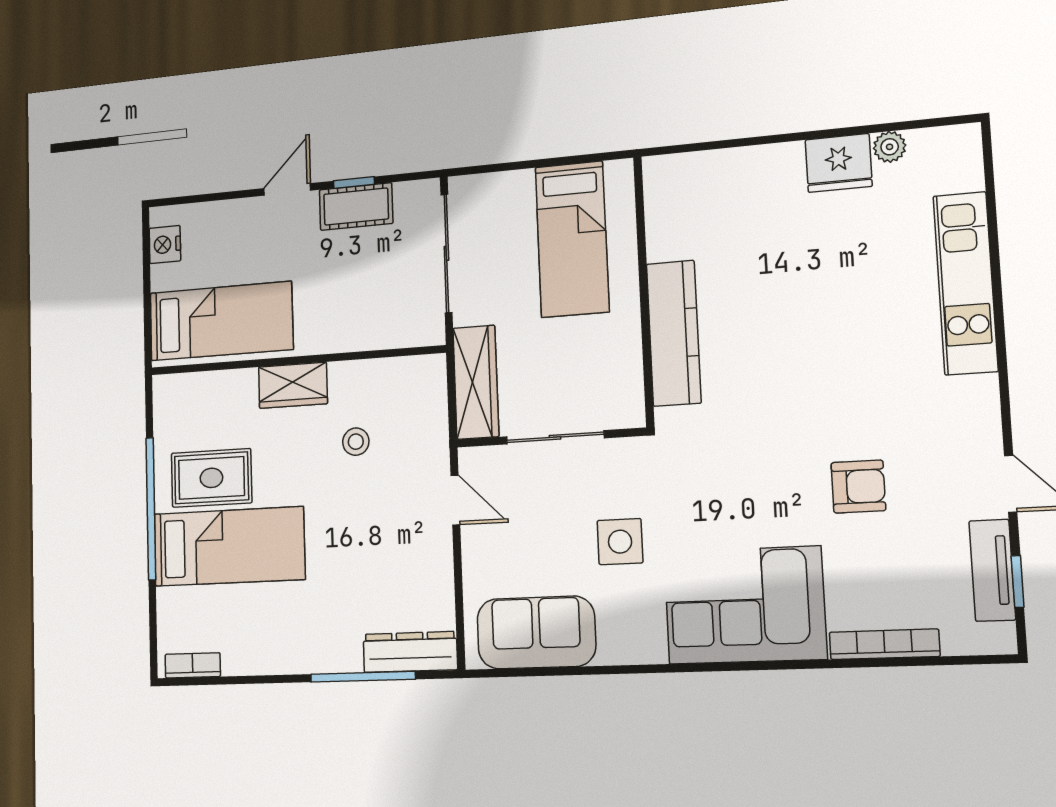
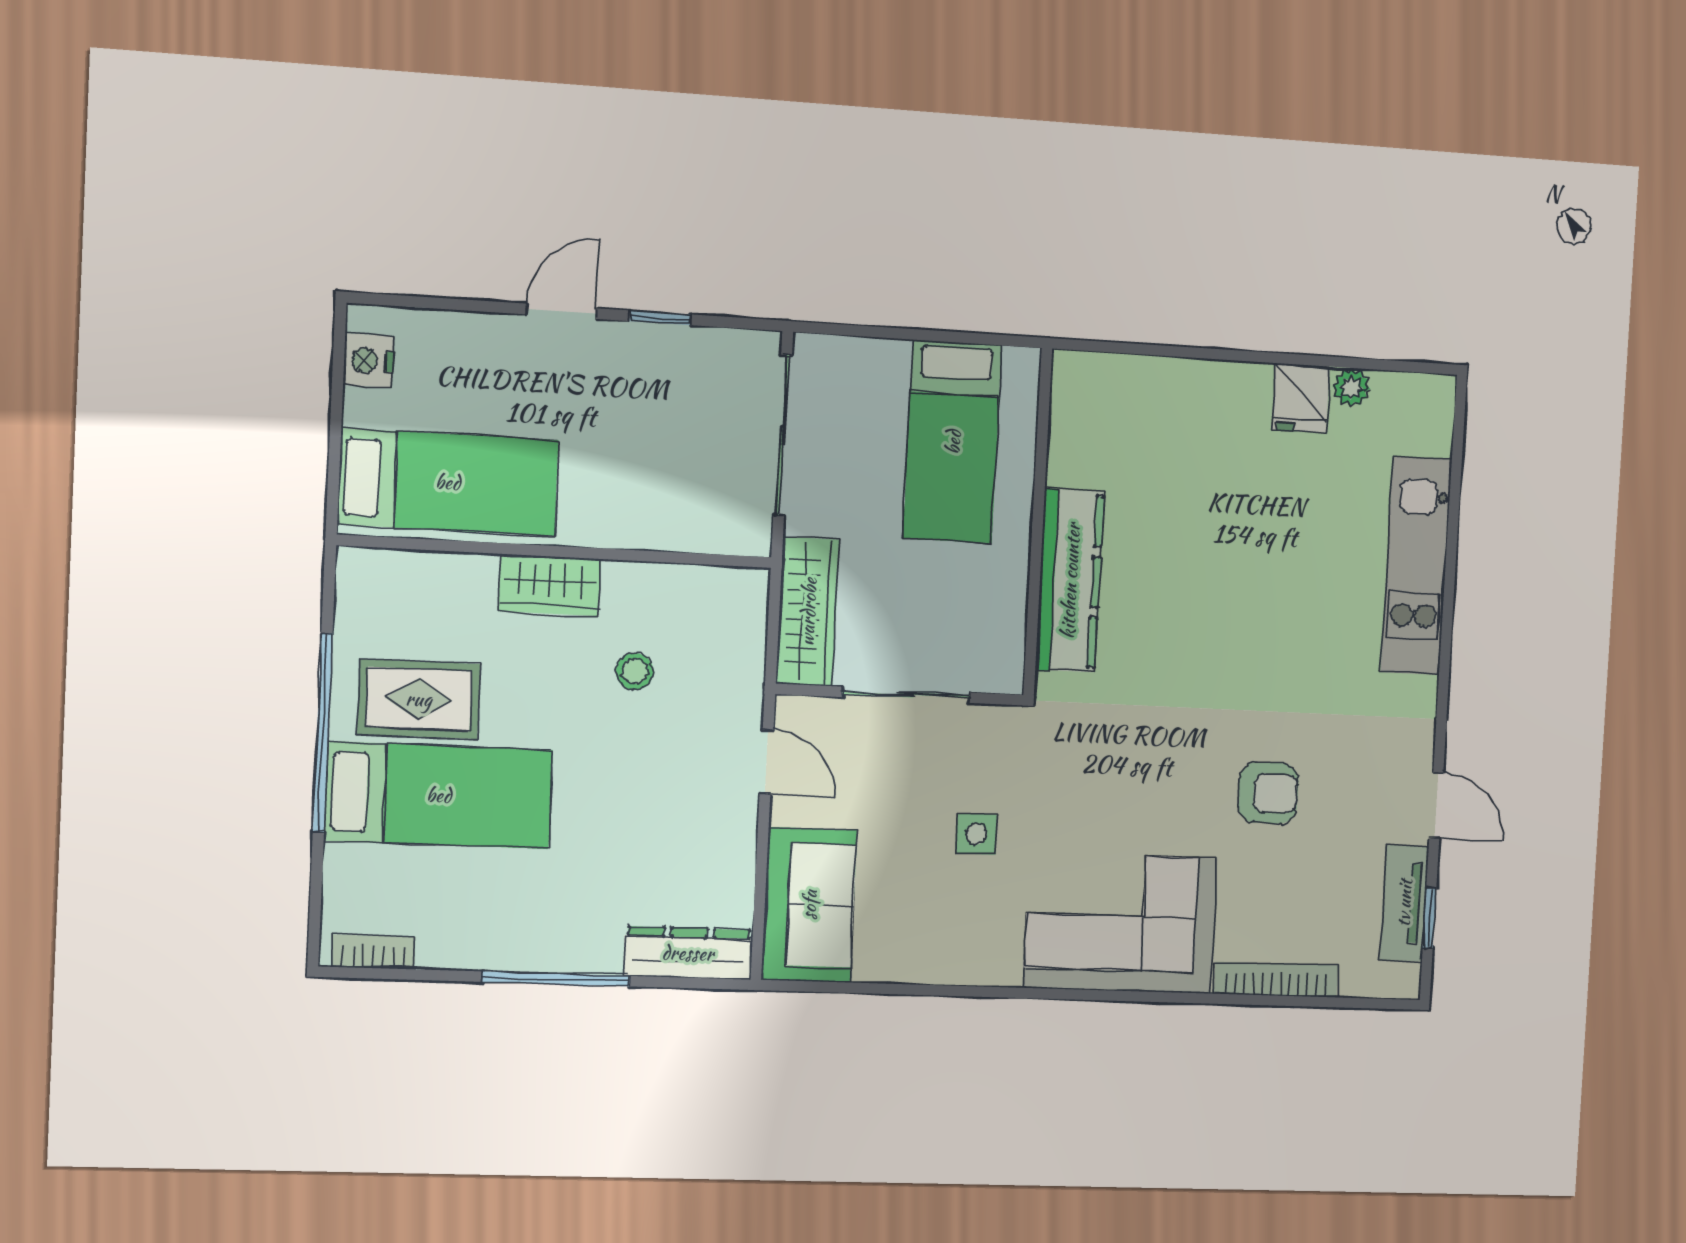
fridge: (839, 163) -> (1301, 398), width x0.72
cot: (356, 207) -> (661, 352), removed
side table: (620, 542) -> (976, 834), width x0.73, depth x0.73
sofa: (536, 632) -> (809, 905), moved, turned 90
window: (363, 677) -> (556, 979), moved

